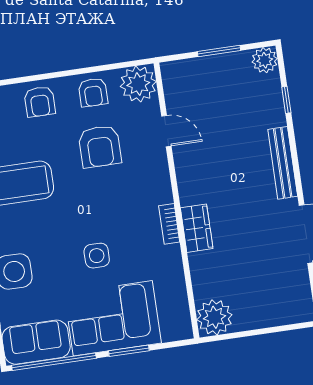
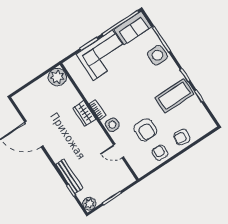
plant: (138, 84) -> (141, 166), removed
armchair: (40, 102) -> (182, 137), turned -80
armchair: (100, 146) -> (145, 130), turned 180
bench: (283, 163) -> (69, 176), moved
side table: (97, 256) -> (112, 125), moved

